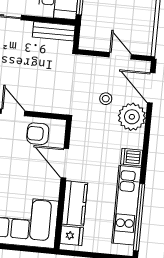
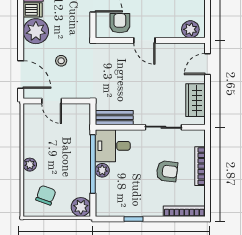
plant: (132, 117) -> (36, 31), moved
armchair: (38, 134) -> (120, 23), turned -90

